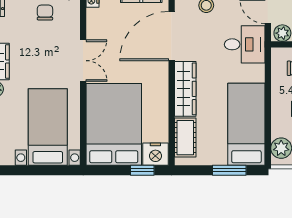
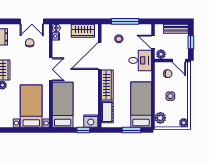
bed: (114, 124) -> (63, 105), width x0.67

